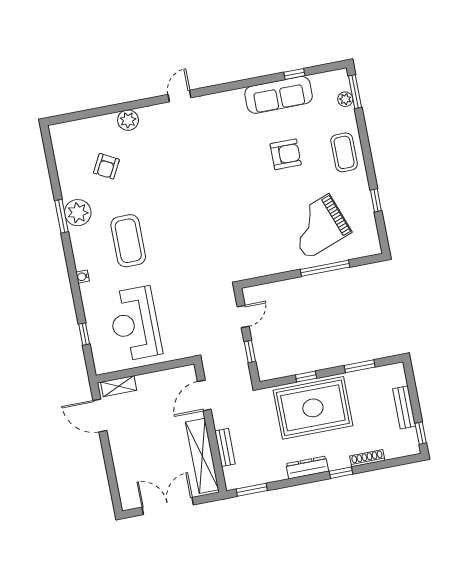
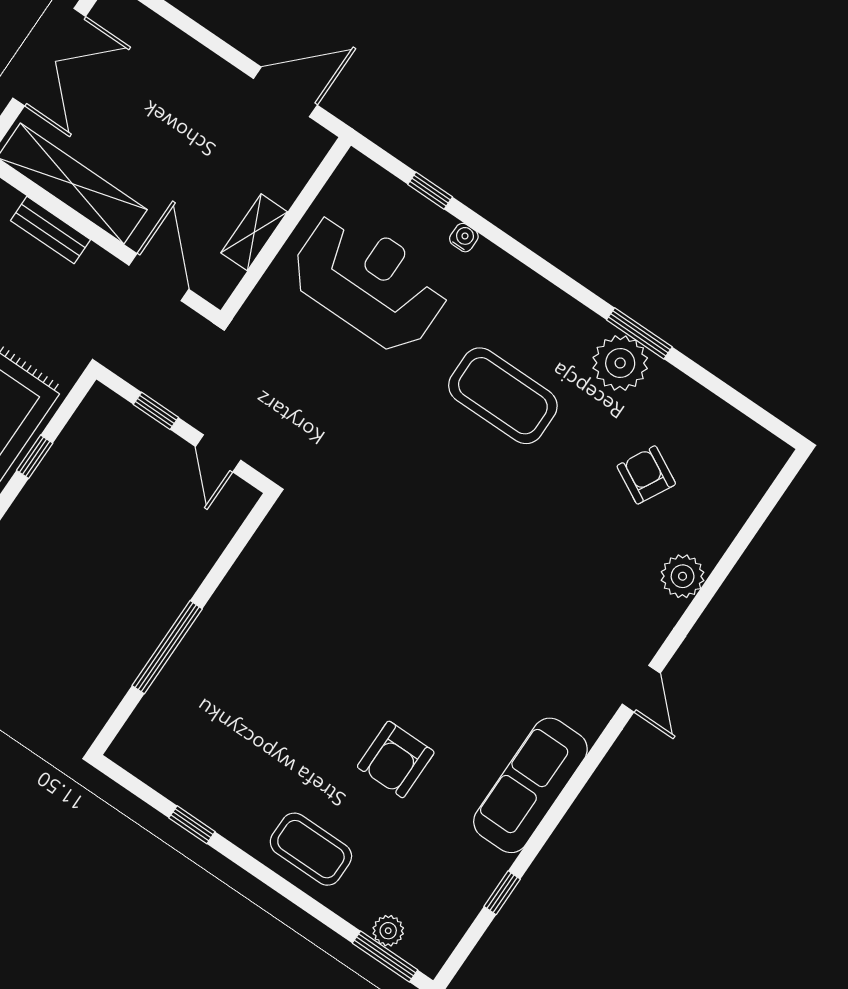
sofa: (279, 95) -> (530, 785), moved
grand piano: (318, 226) -> (240, 700), removed
water cooler: (83, 277) -> (464, 238), moved
shelving: (119, 386) -> (254, 232), moved

